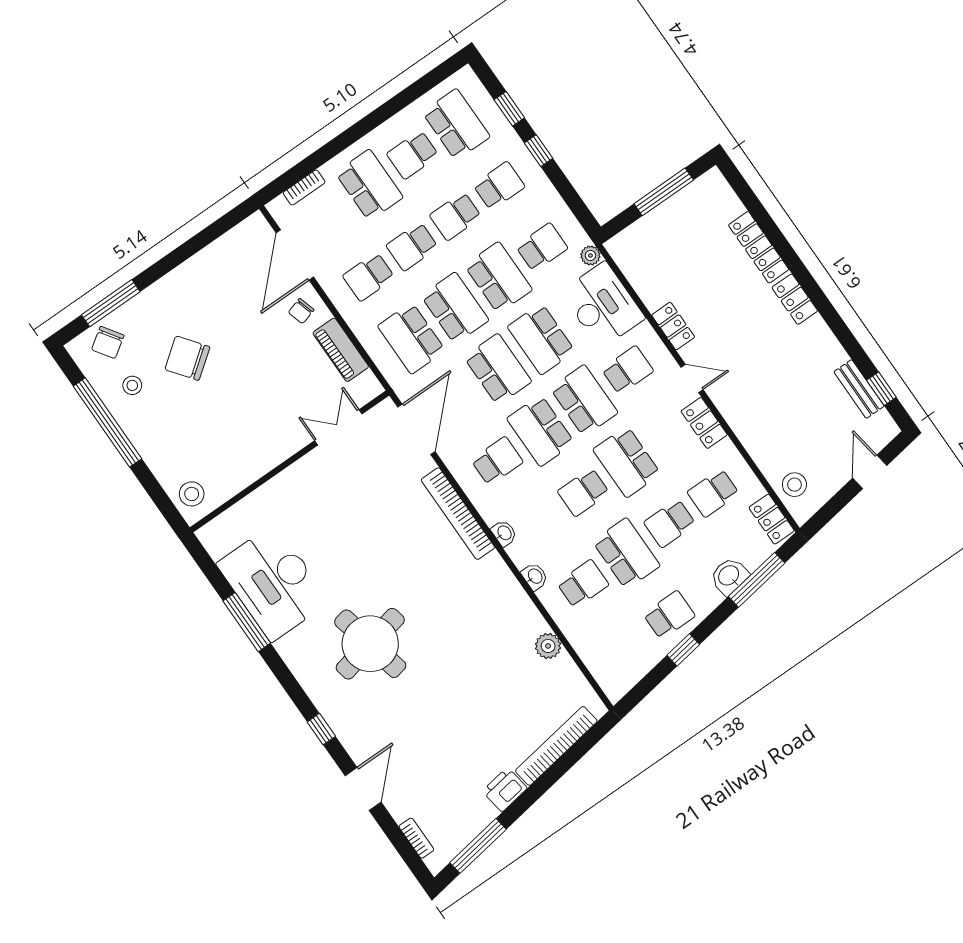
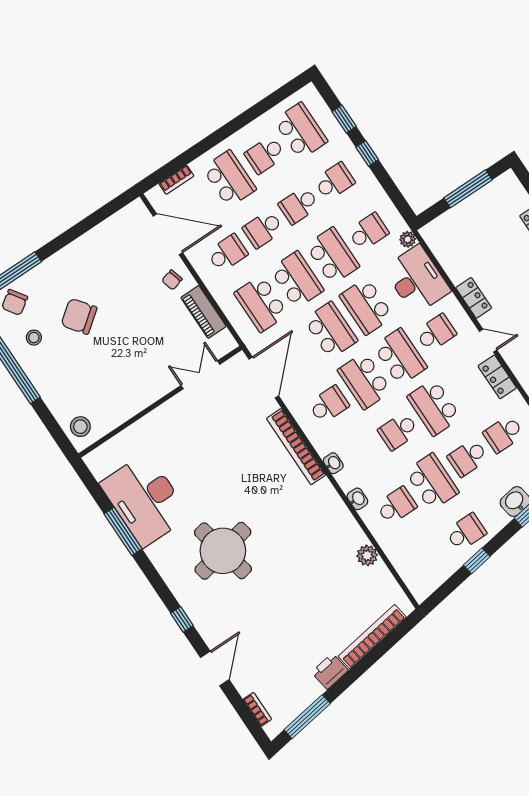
door: (295, 255) -> (168, 234), swing flipped
school desk: (369, 277) -> (227, 253), turned 180

